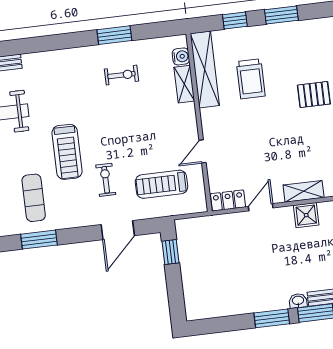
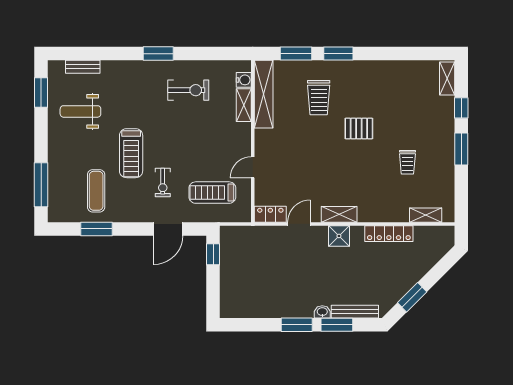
window: (235, 21) -> (296, 54), width x1.50
window: (114, 35) -> (158, 54), moved
exercise bike: (121, 75) -> (188, 90), width x1.38, depth x1.39
trolley: (251, 79) -> (319, 98), moved
exercise bike: (106, 180) -> (163, 182), turned 180

